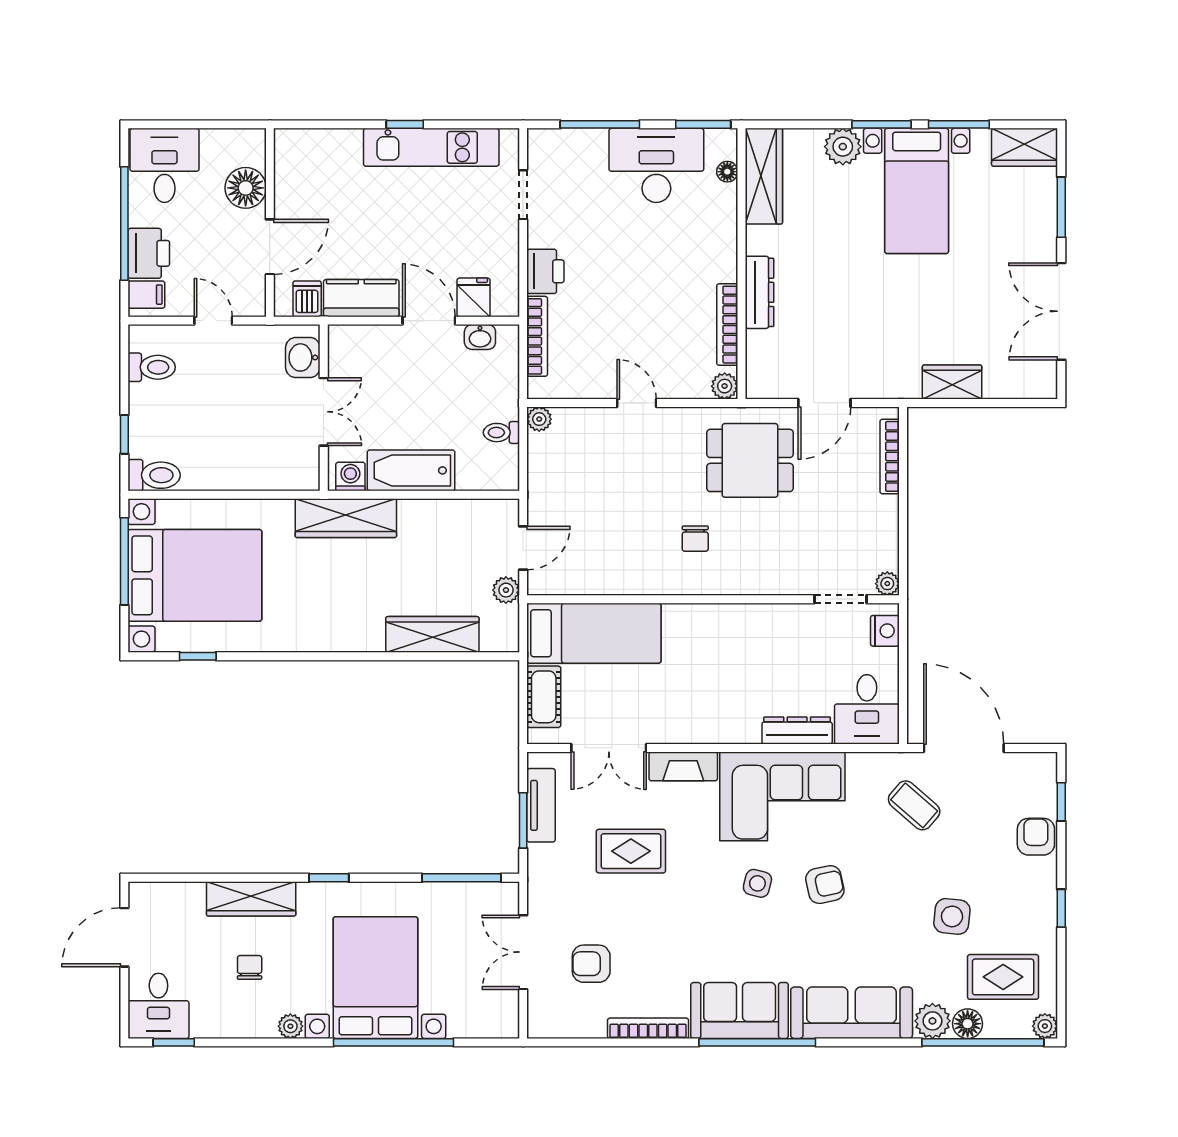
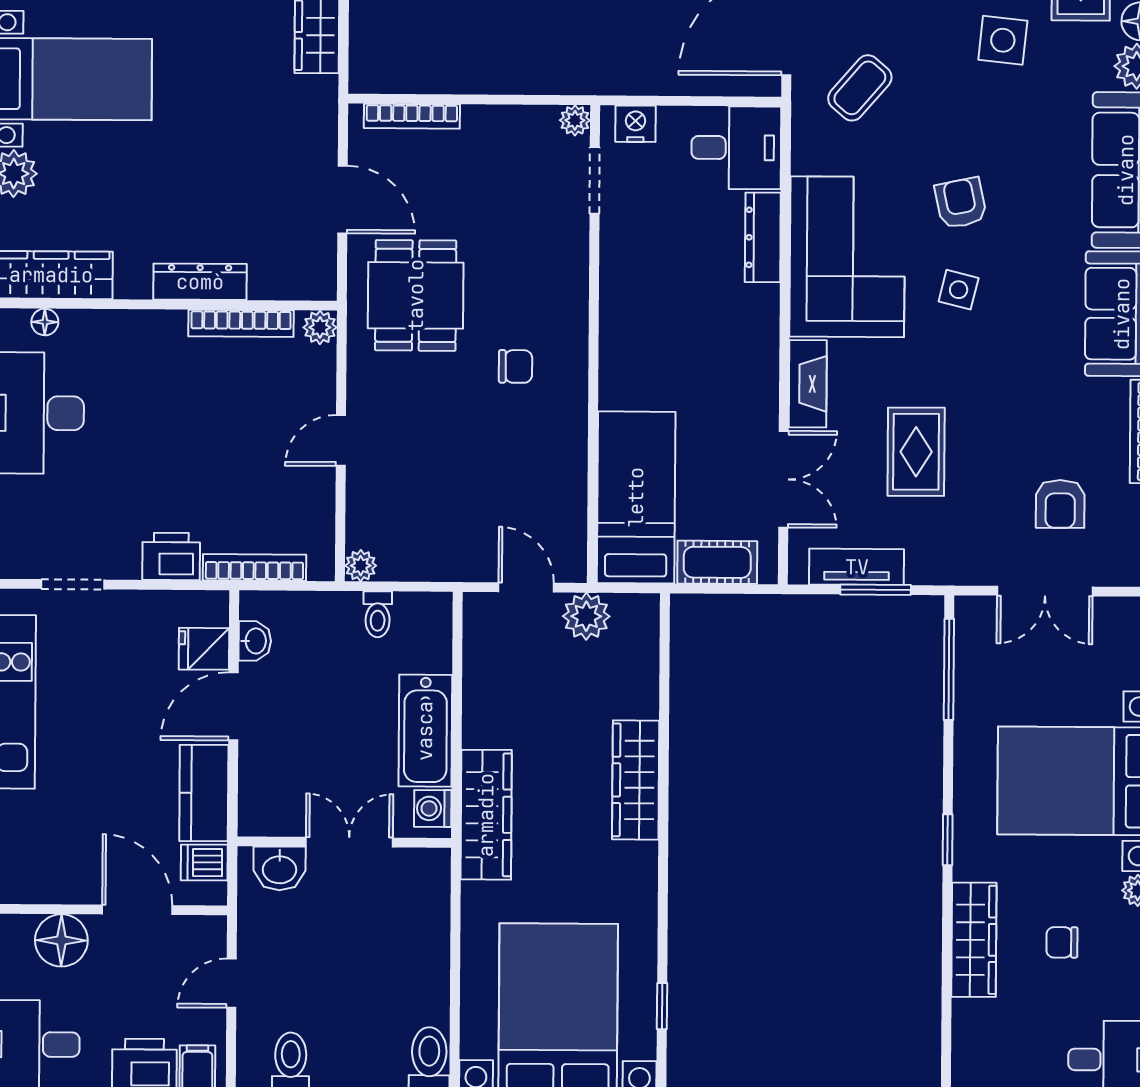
plant: (506, 590) -> (586, 616), width x1.38, depth x1.38
wardrobe: (432, 634) -> (636, 780), moved

